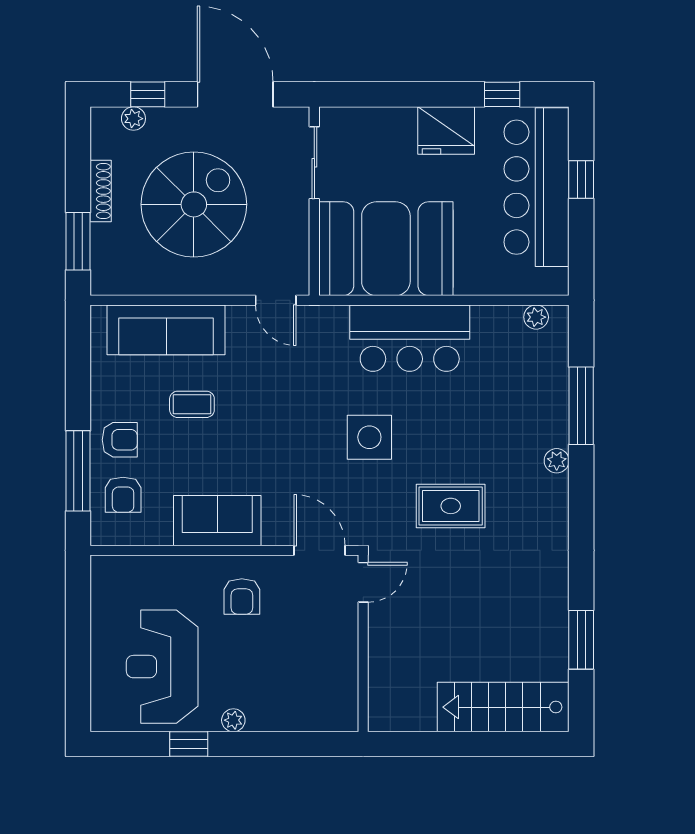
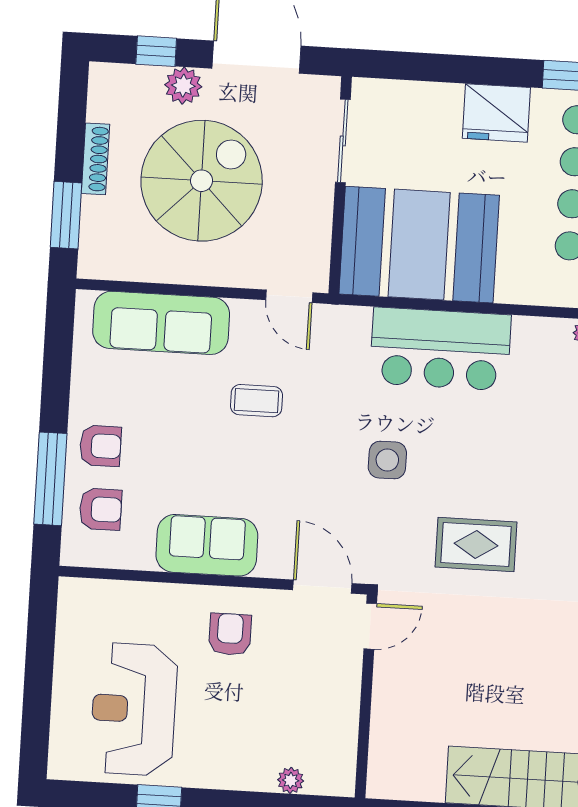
plant: (133, 119) -> (183, 86), moved, width x1.38, depth x1.38
coffee table: (192, 404) -> (256, 401), moved
side table: (369, 437) -> (387, 460), width x0.73, depth x0.73
armchair: (123, 495) -> (101, 509), turned -90
armchair: (242, 597) -> (230, 634), turned 180
plant: (233, 720) -> (291, 780), moved

